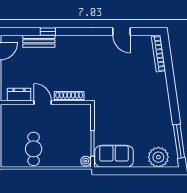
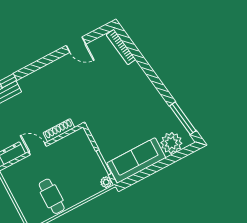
sofa: (114, 156) -> (136, 160), width x1.36

